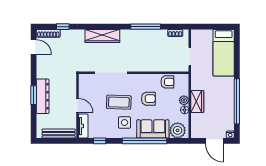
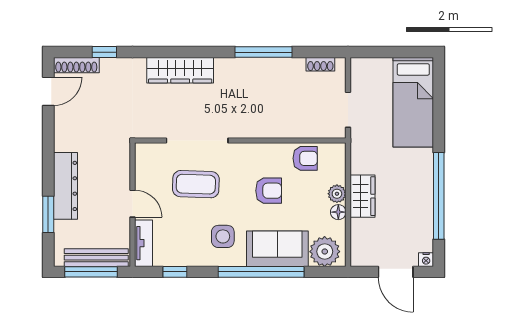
door: (34, 47) -> (48, 91), hinge flipped
window: (34, 95) -> (48, 214), moved
coffee table: (119, 102) -> (196, 184), moved
window: (56, 141) -> (91, 272), added

